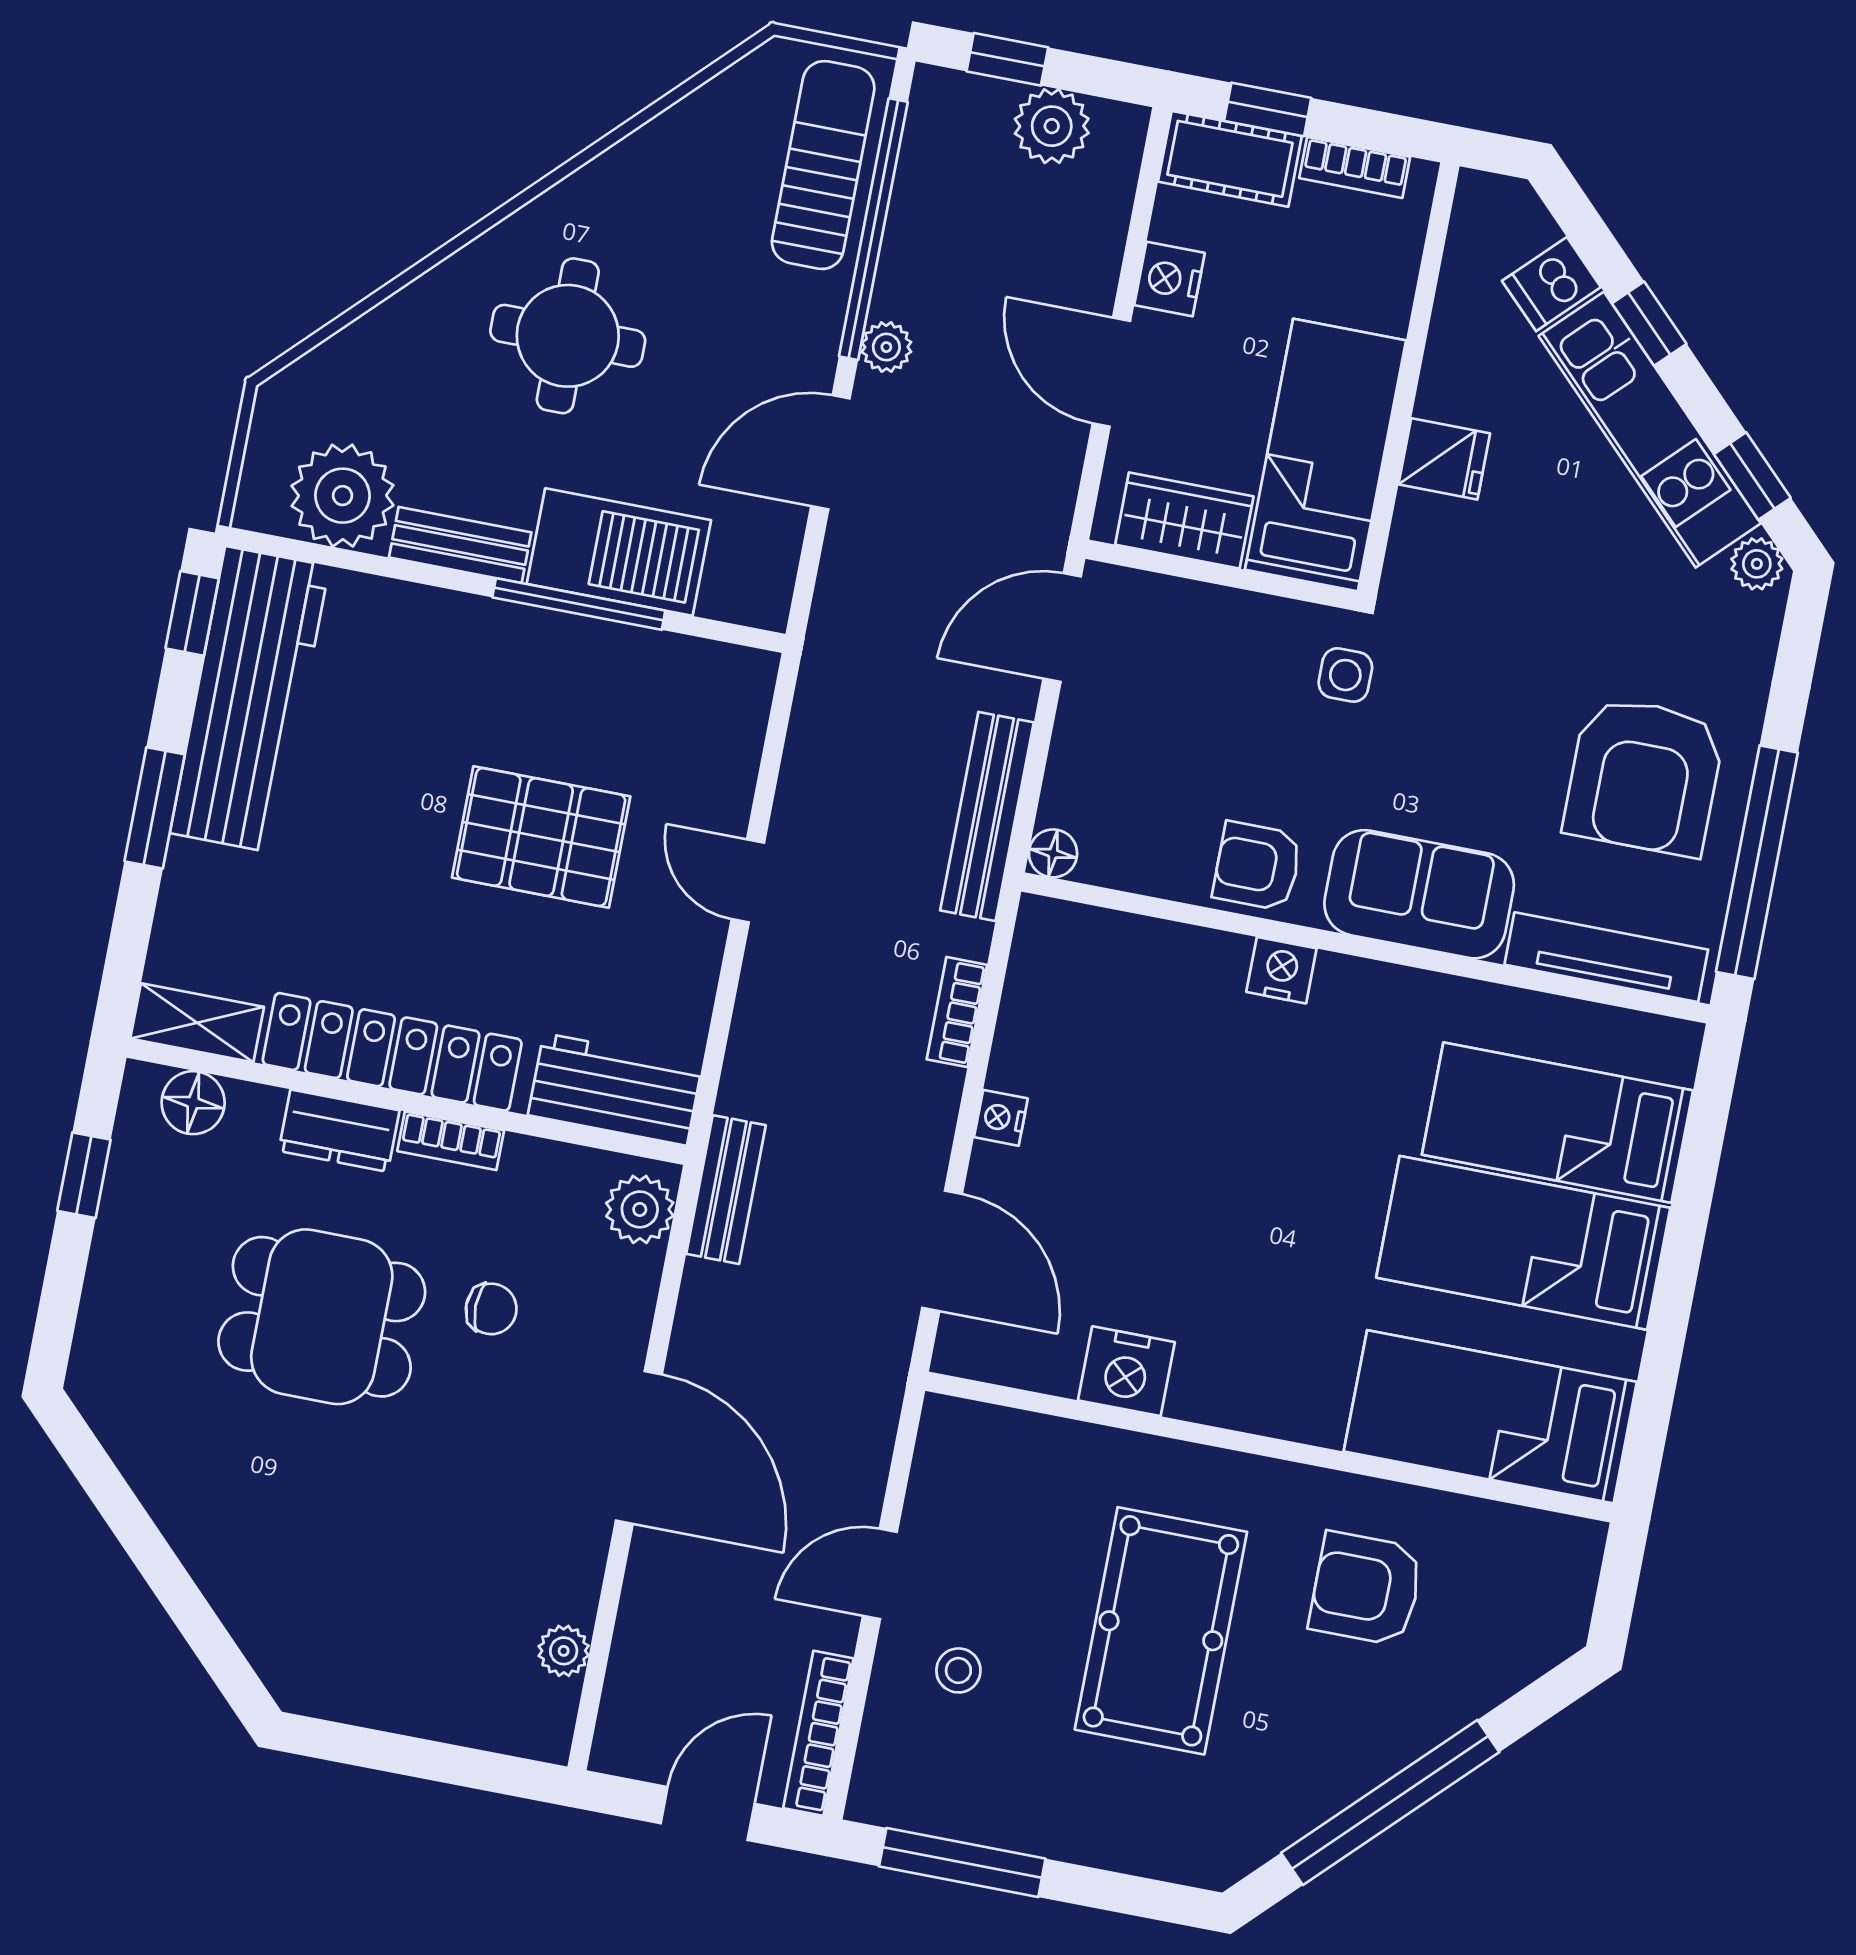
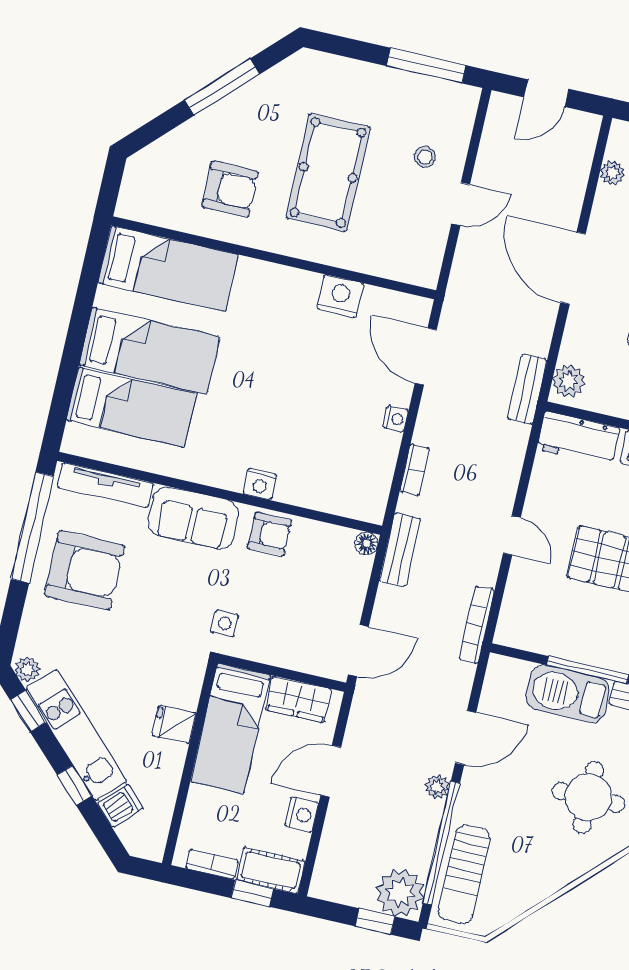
plant: (1052, 126) -> (400, 893), moved, width x1.36, depth x1.36
door: (1111, 372) -> (331, 771), swing flipped
armchair: (1644, 776) -> (84, 570), turned 90
bench: (987, 816) -> (400, 550), width x0.73
bookcase: (818, 1733) -> (477, 625), moved, turned 180
window: (1390, 1802) -> (222, 87), width x0.68

